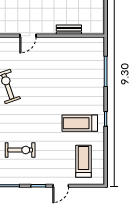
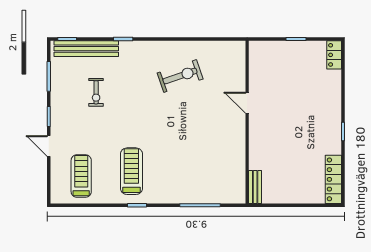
bench: (69, 30) -> (255, 187), moved
exercise bike: (20, 150) -> (96, 92), width x0.73, depth x0.72
treadmill: (83, 161) -> (81, 176), turned -90

